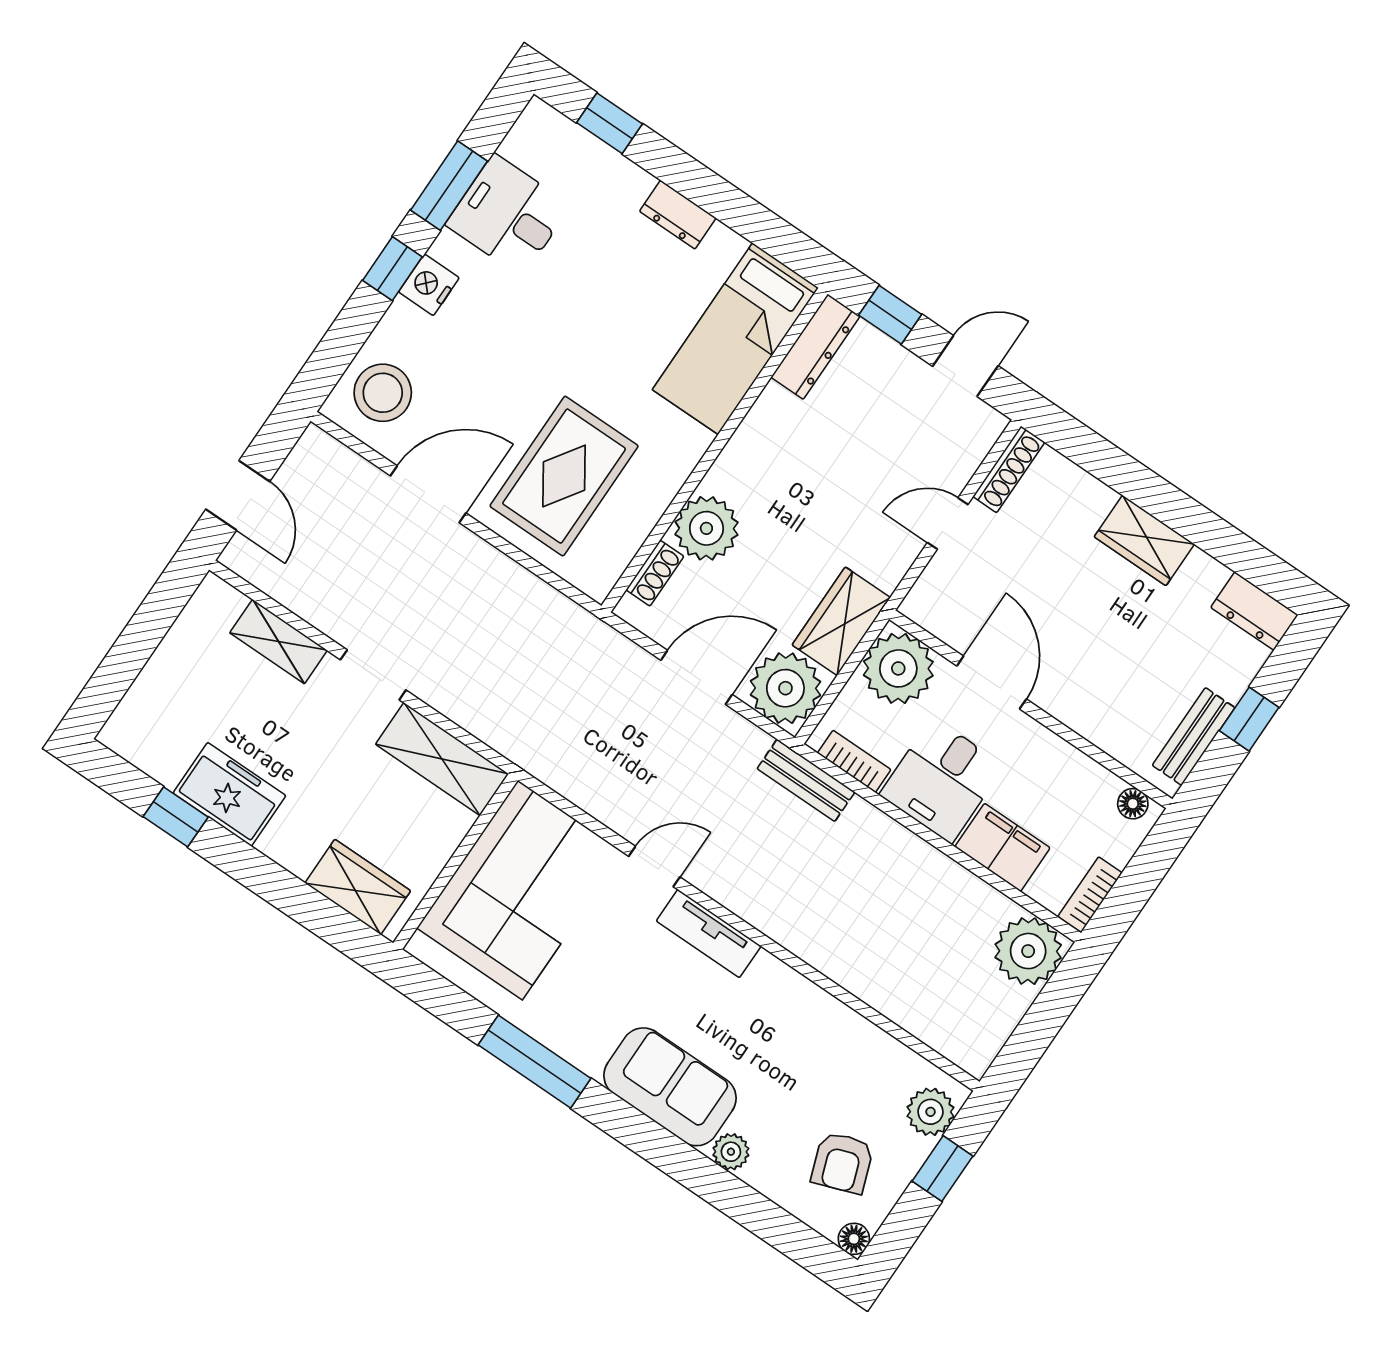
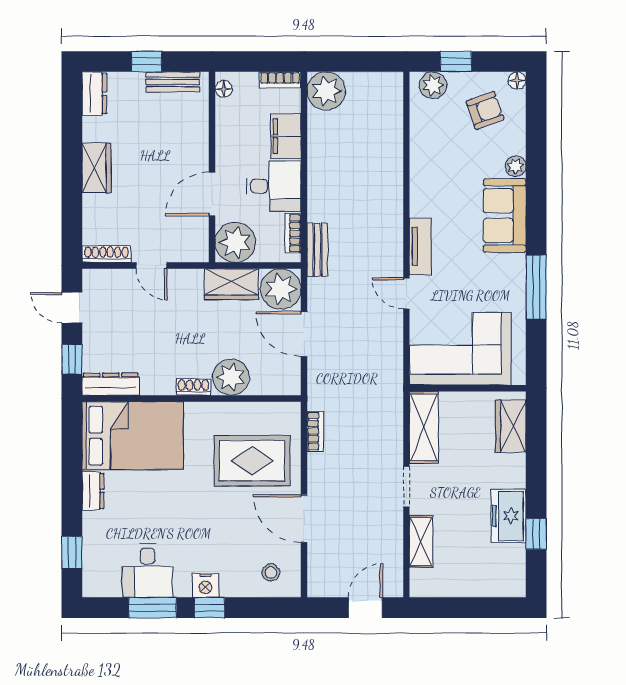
bed: (735, 339) -> (133, 436), width x1.50
stool: (383, 393) -> (271, 572), width x0.53, depth x0.53
shoe rack: (655, 573) -> (193, 387), moved
bookcase: (544, 597) -> (315, 431), added

